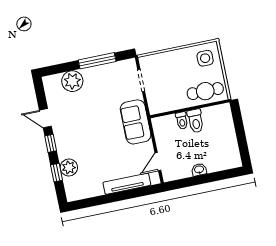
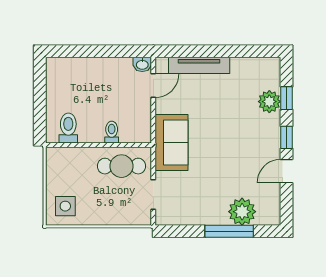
window: (97, 61) -> (229, 231), moved
cafe table: (205, 91) -> (121, 166), moved
door: (45, 118) -> (286, 171), swing flipped
toilet: (196, 121) -> (68, 128), moved
washbasin: (199, 170) -> (142, 64), moved

